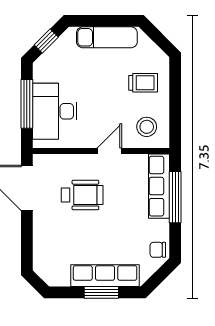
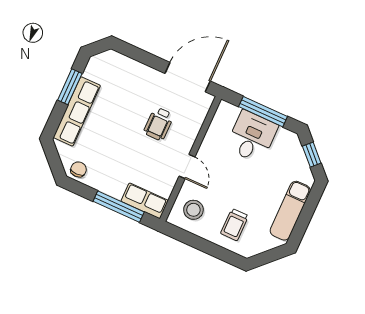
desk: (55, 111) -> (252, 137), width x0.73
row of seats: (159, 186) -> (145, 201), width x0.68
wheelchair: (82, 195) -> (159, 124), width x0.73, depth x0.73
window: (101, 292) -> (70, 87), moved

